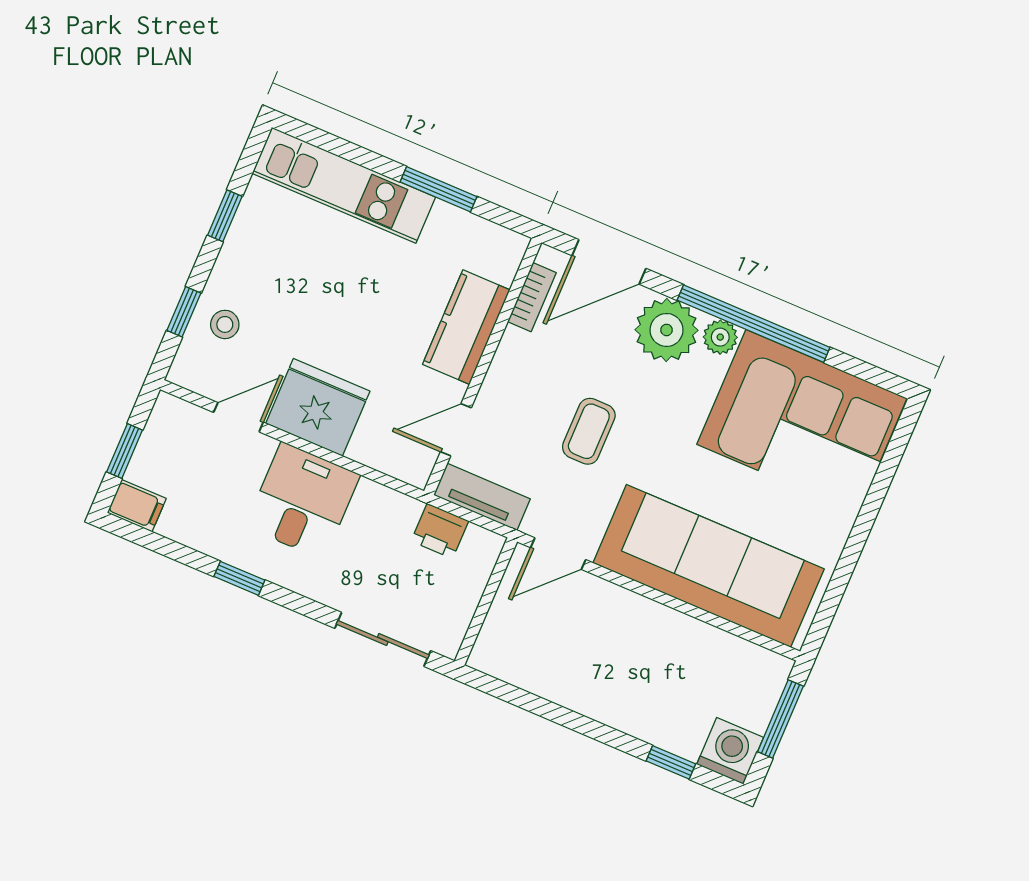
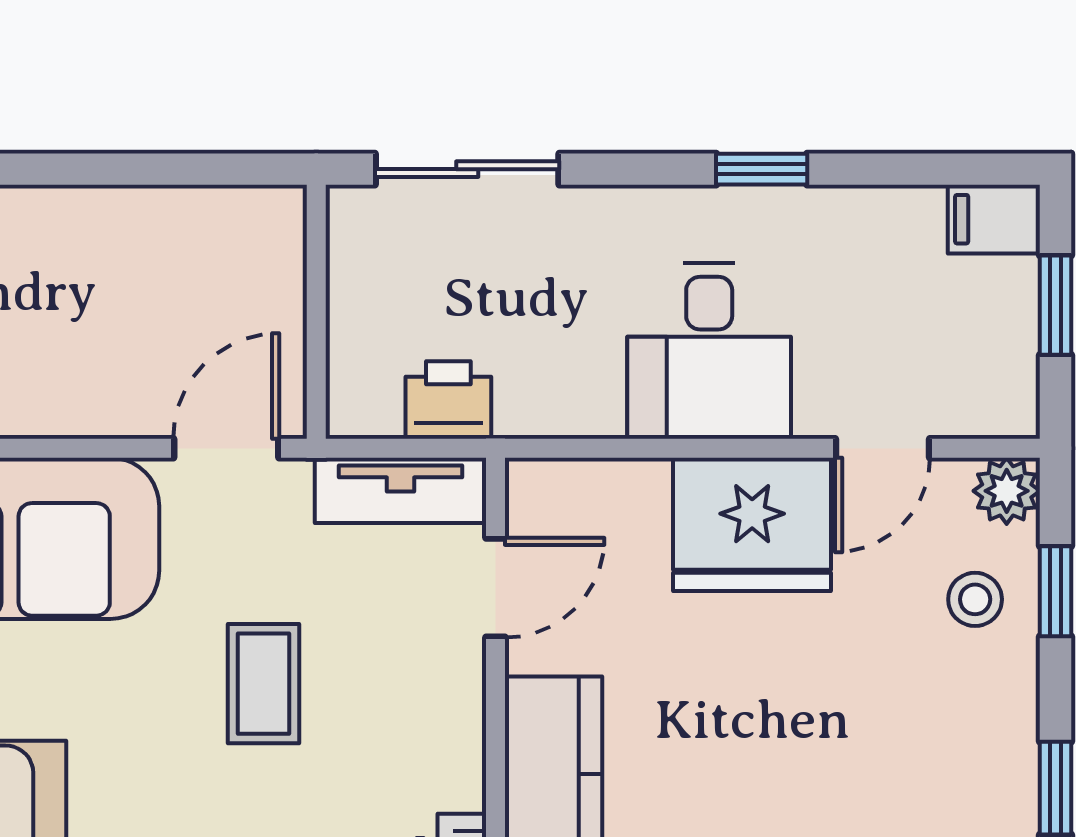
plant: (187, 371) -> (1007, 491), added

